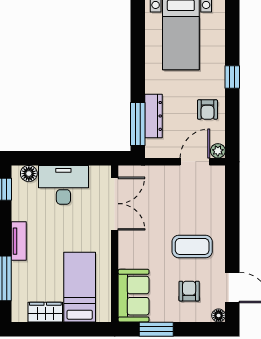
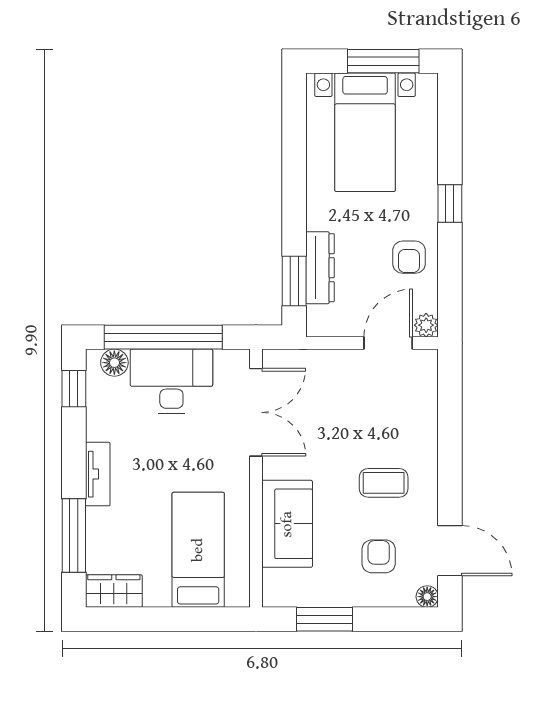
window: (138, 124) -> (294, 281), width x0.69
window: (58, 158) -> (163, 337), added
coffee table: (192, 246) -> (384, 483), width x0.73, depth x0.77
sofa: (134, 296) -> (287, 524), moved
wardrobe: (45, 312) -> (114, 591), moved

